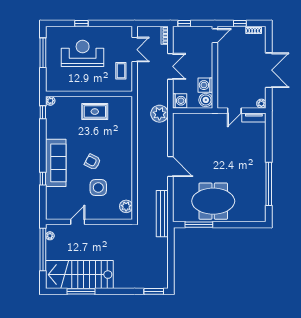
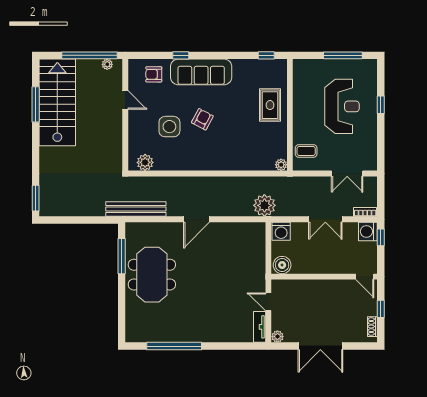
coffee table: (121, 71) -> (306, 151), moved
washing machine: (205, 85) -> (368, 231), moved, turned -90
plant: (50, 101) -> (281, 165), moved
rug: (95, 112) -> (270, 105), moved
armchair: (58, 200) -> (154, 74), added

